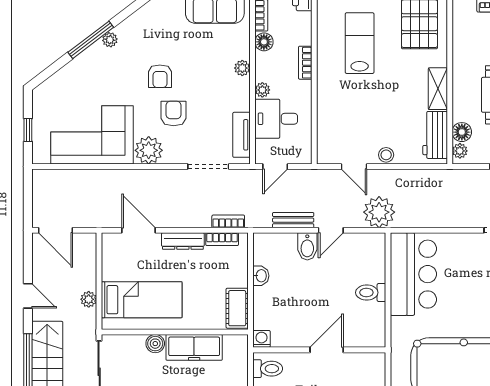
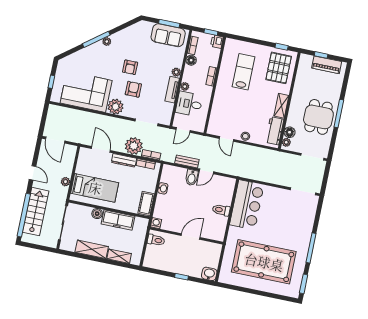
tv unit: (242, 135) -> (172, 90), moved
plant: (379, 212) -> (134, 146), moved

